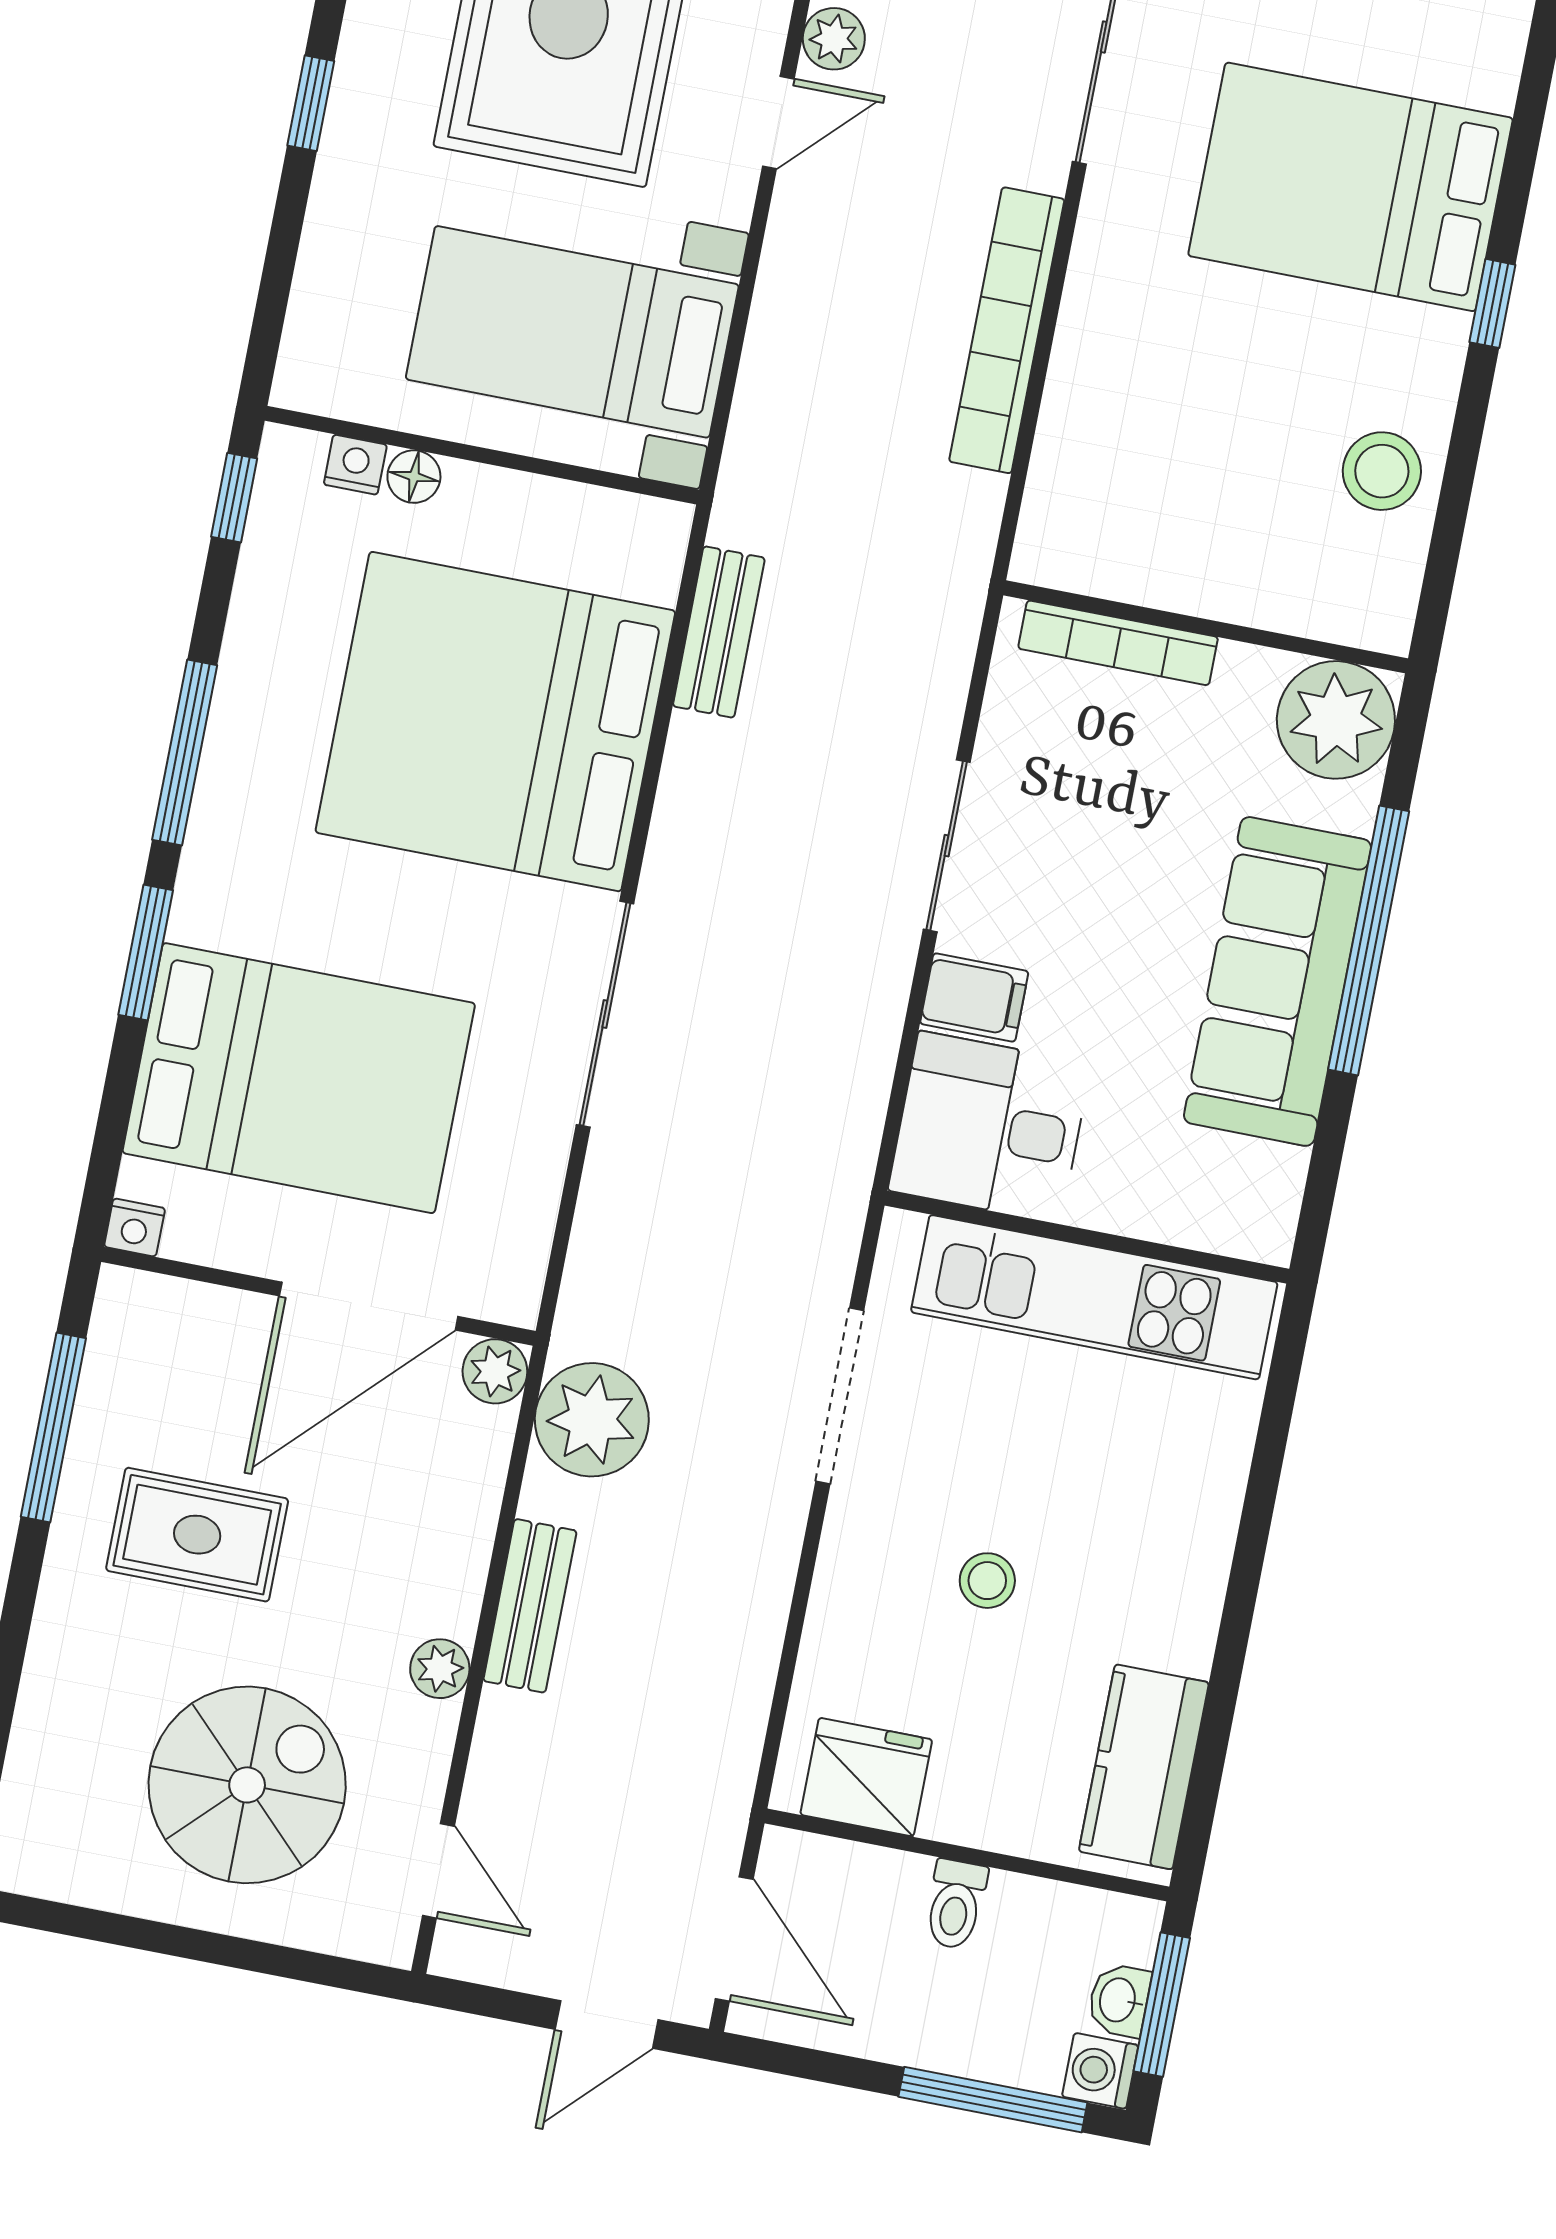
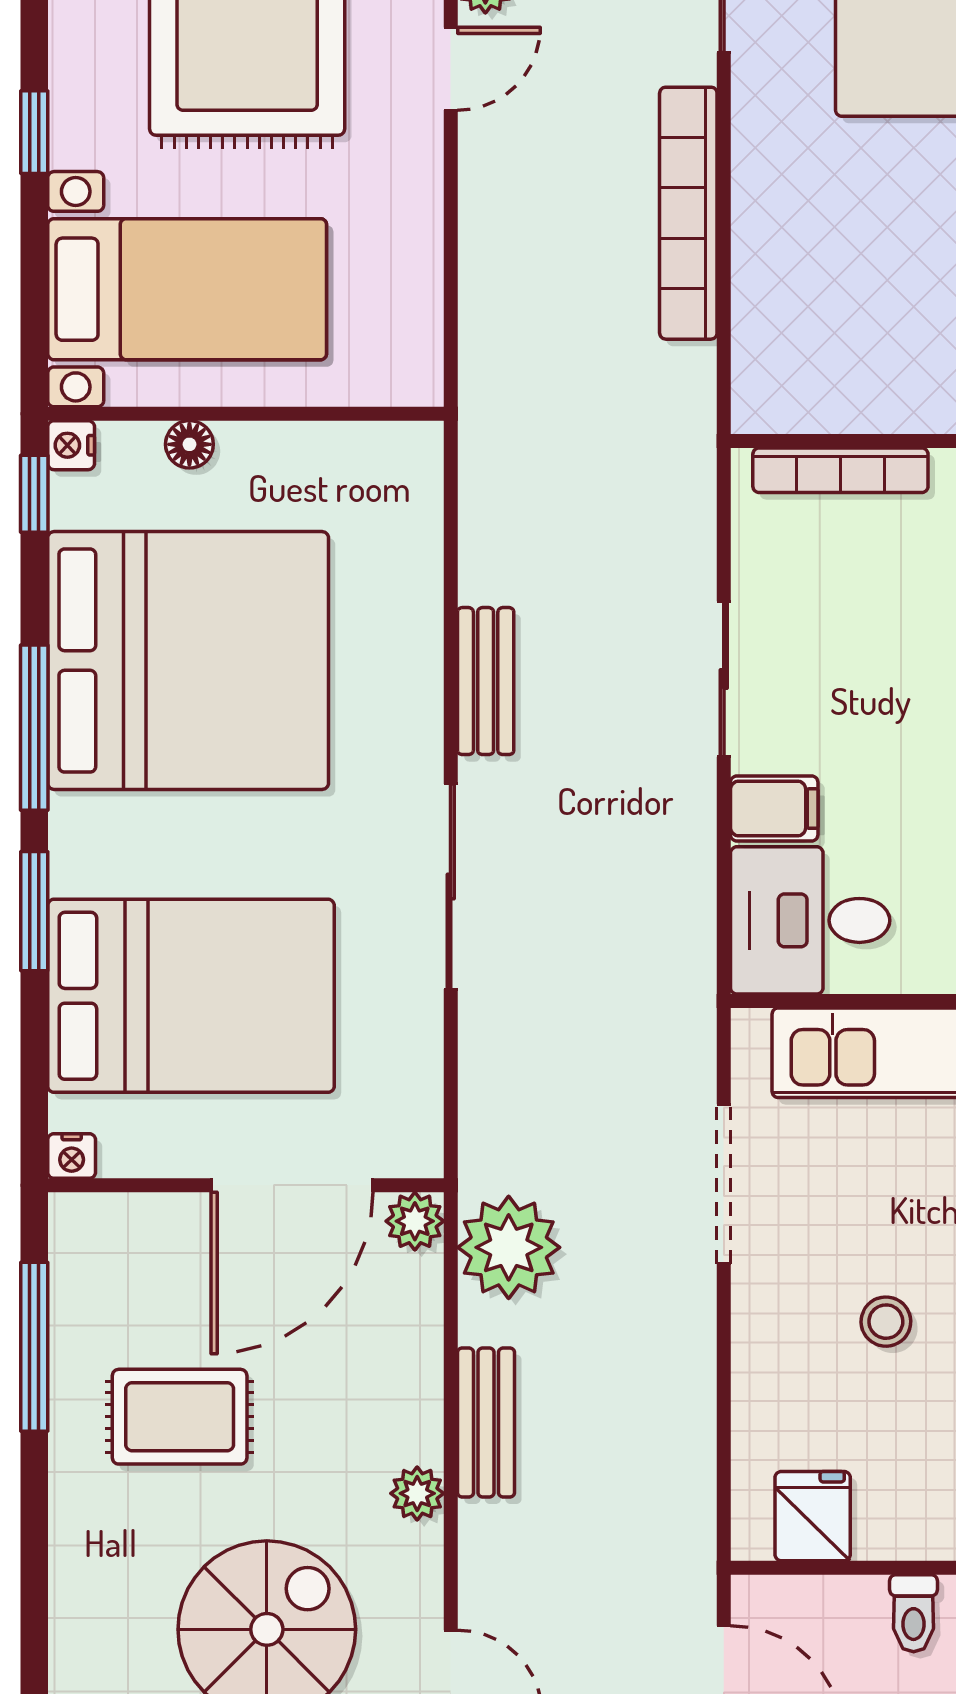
bed with nightstands: (572, 332) -> (187, 289), moved, turned 180
nightstand: (355, 465) -> (71, 445), moved, turned -90
bench: (719, 632) -> (486, 681), moved
bed: (495, 722) -> (188, 661), moved, turned 180
fridge: (866, 1777) -> (813, 1516), width x0.72

